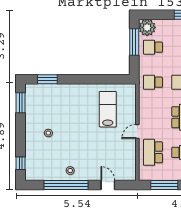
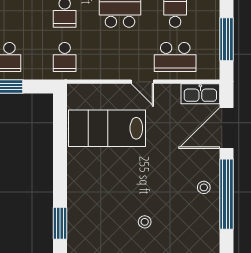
lab bench: (108, 109) -> (107, 128), width x1.36, depth x1.39
kitchen sink: (130, 168) -> (200, 94), added
door: (108, 185) -> (226, 128), width x1.87

